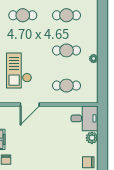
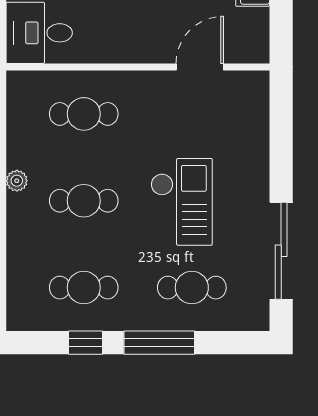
checkout: (19, 71) -> (182, 202), moved
door: (30, 105) -> (200, 67), moved

